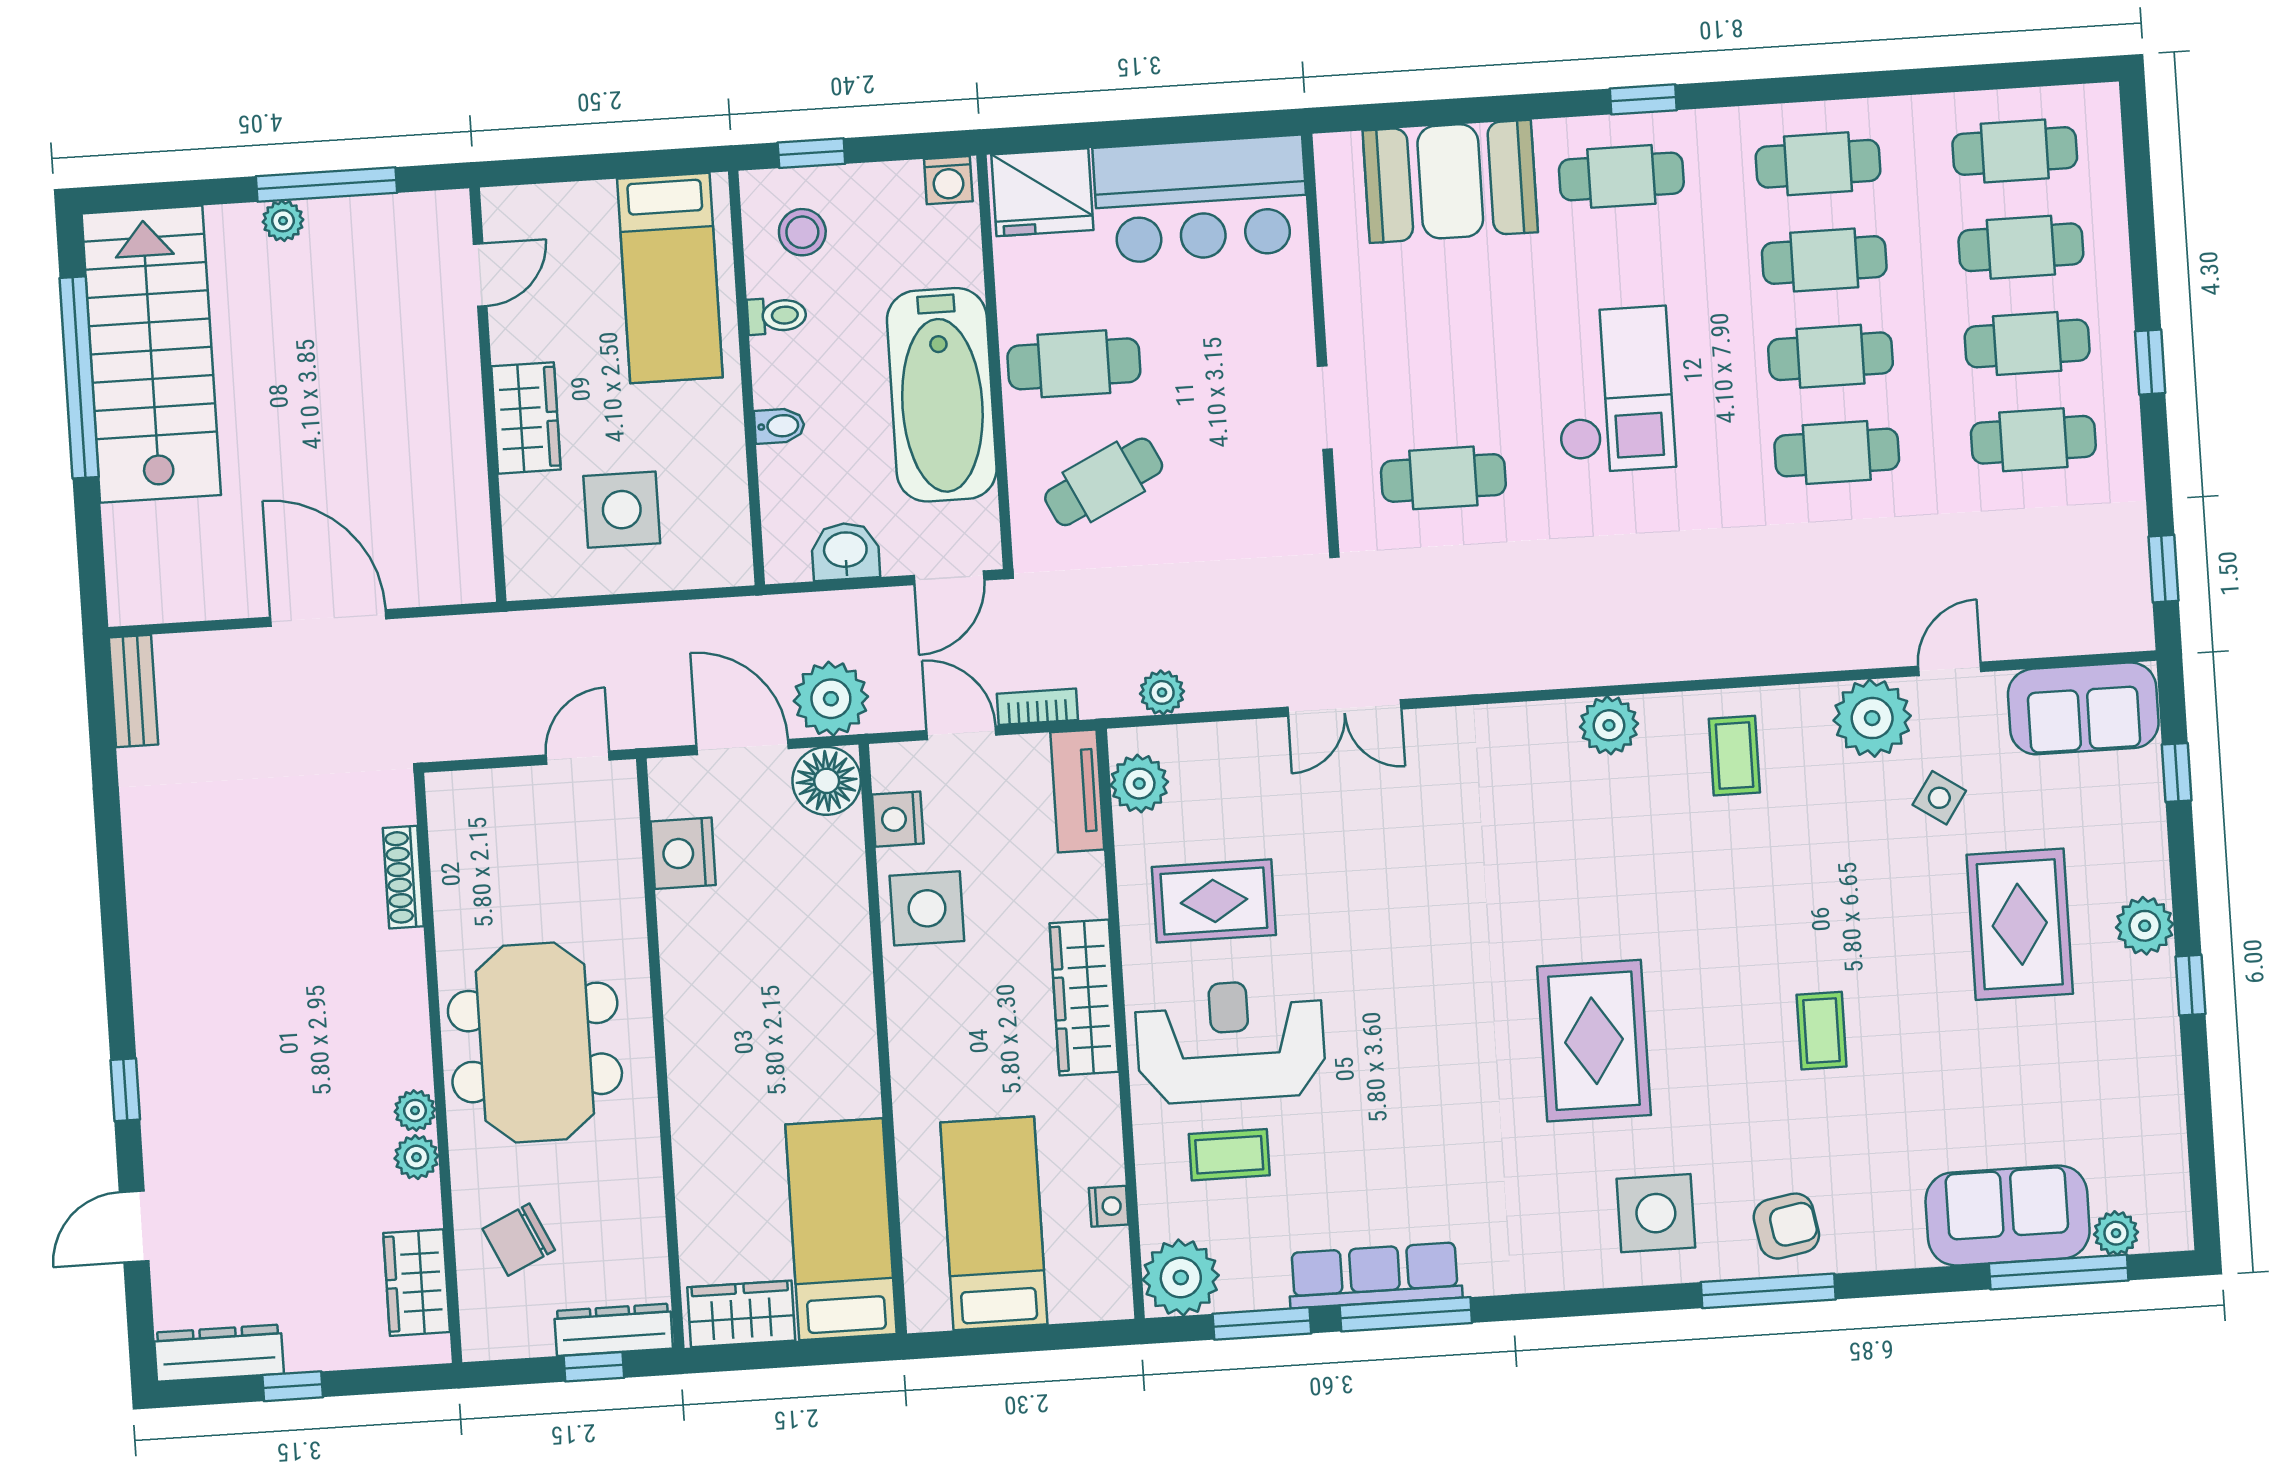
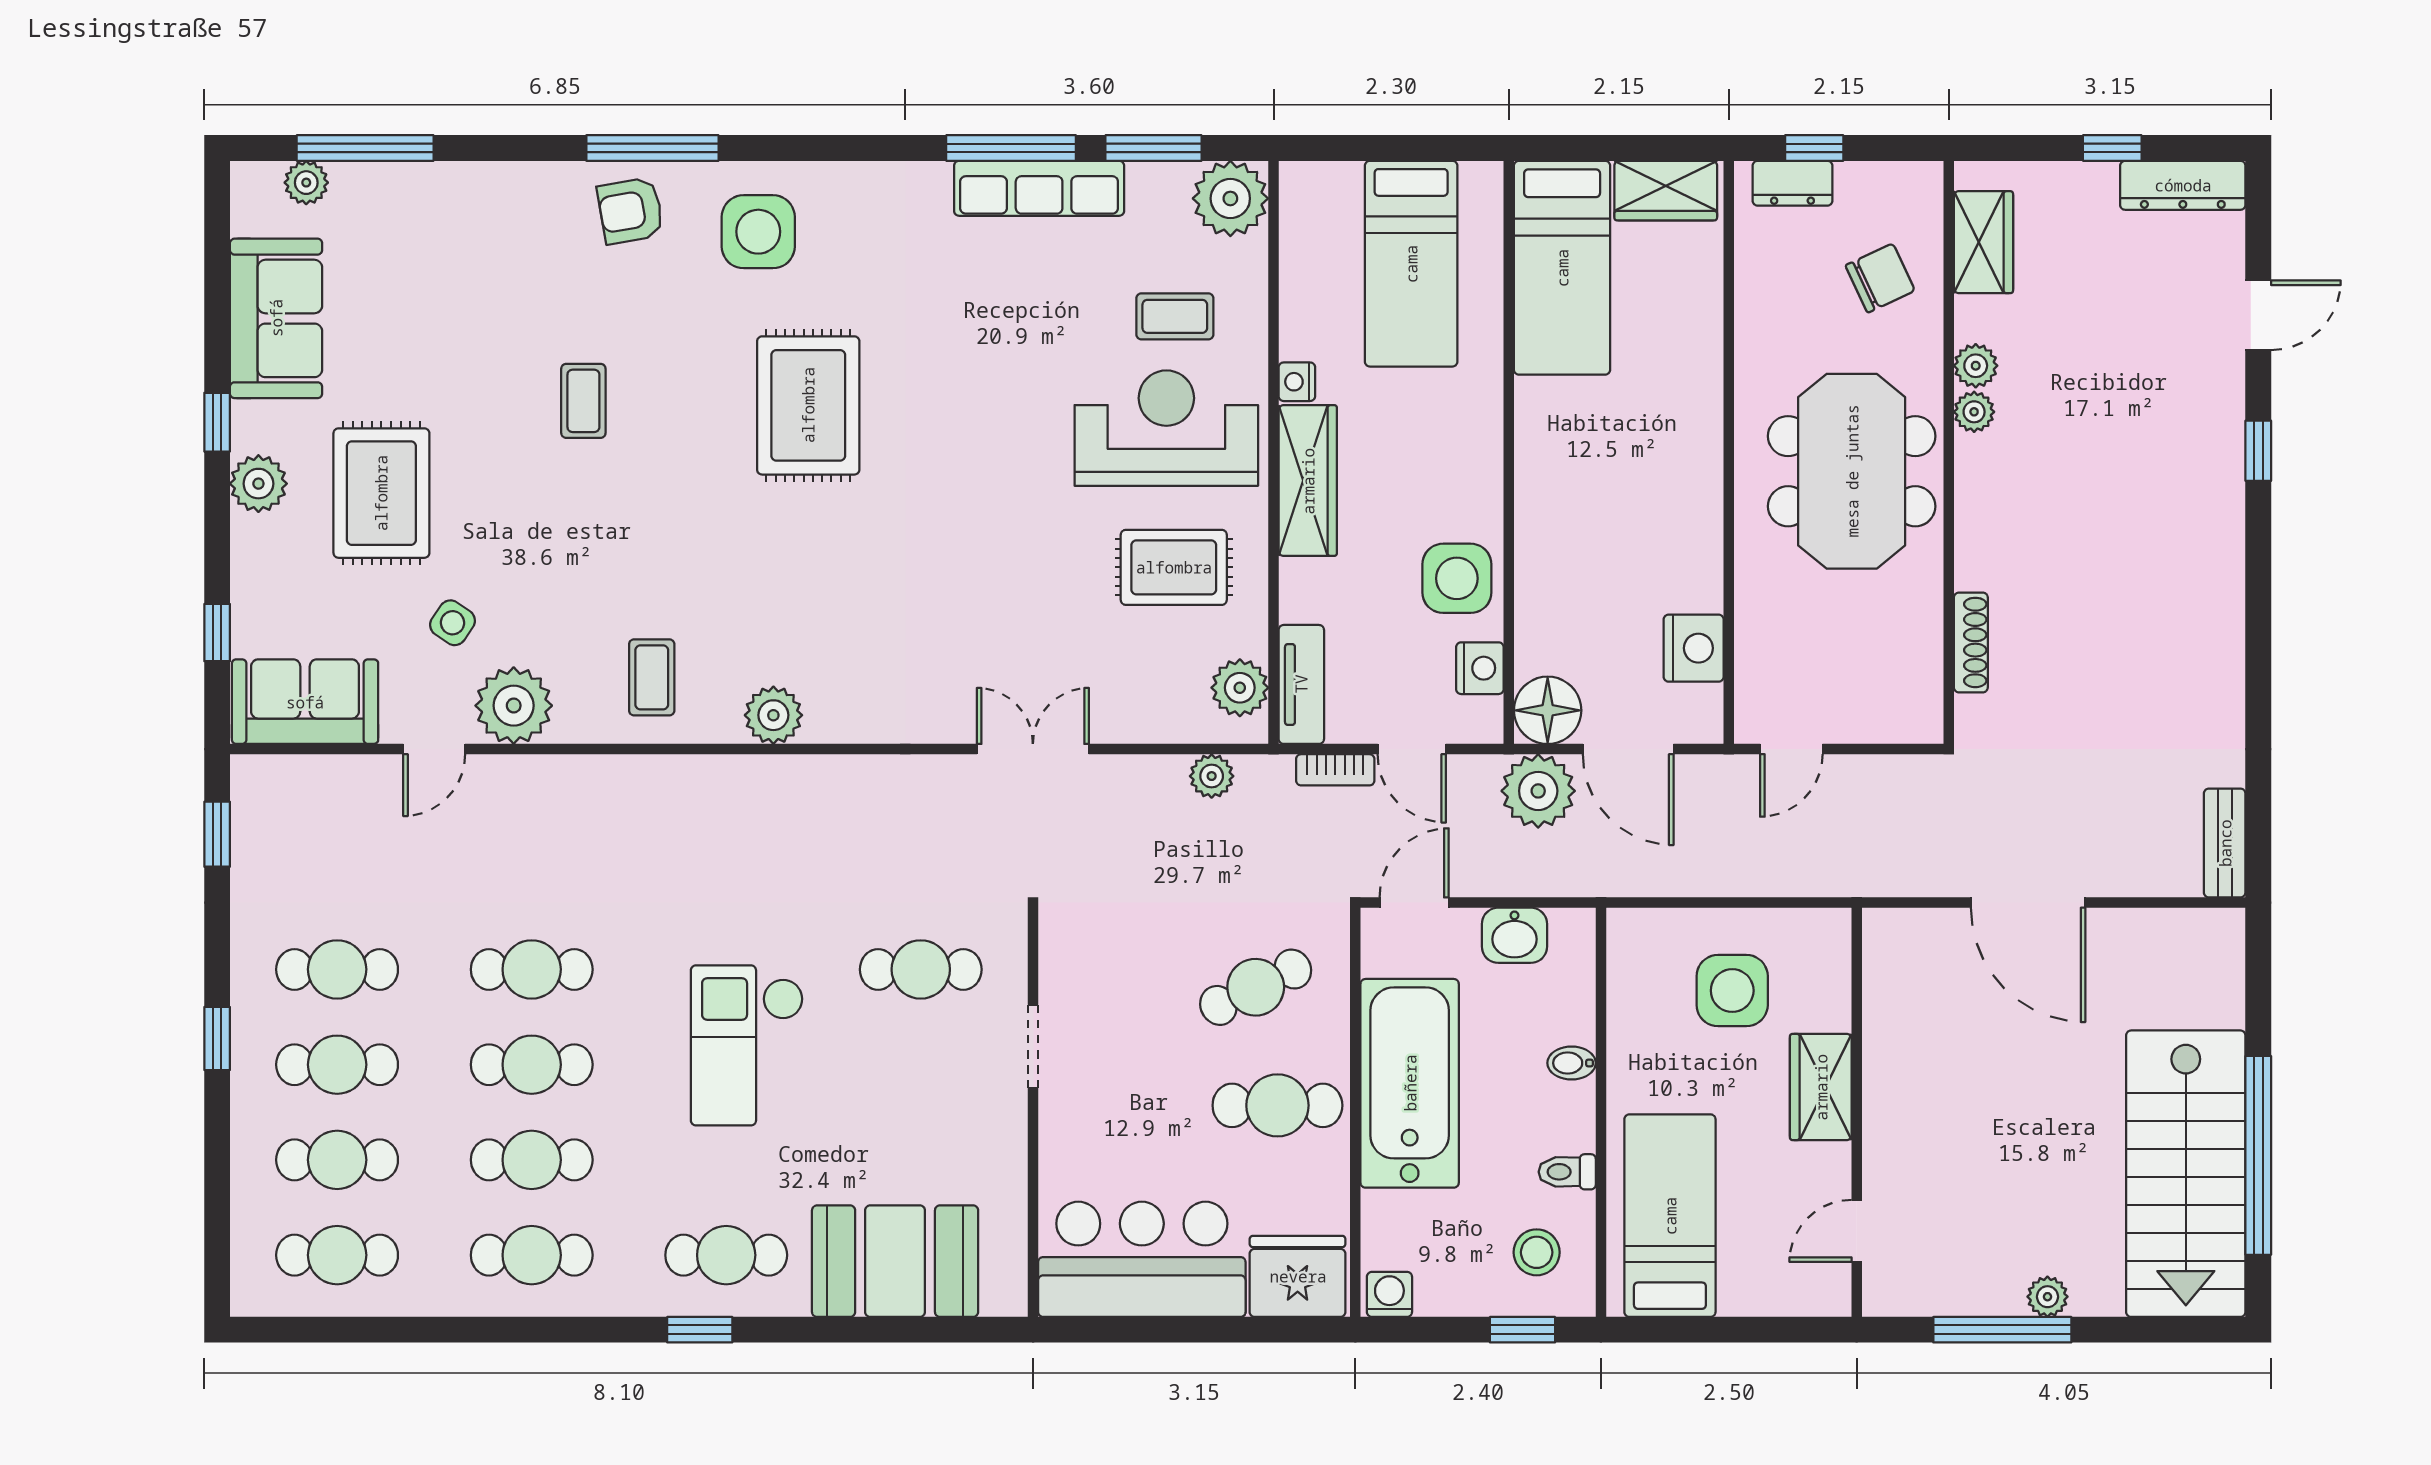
reception desk: (1230, 1041) -> (1166, 428), turned 180
nightstand: (1109, 1206) -> (1297, 382), moved
sofa: (2008, 1216) -> (276, 318), moved, turned -90
dresser: (614, 1330) -> (1792, 183), width x0.70

